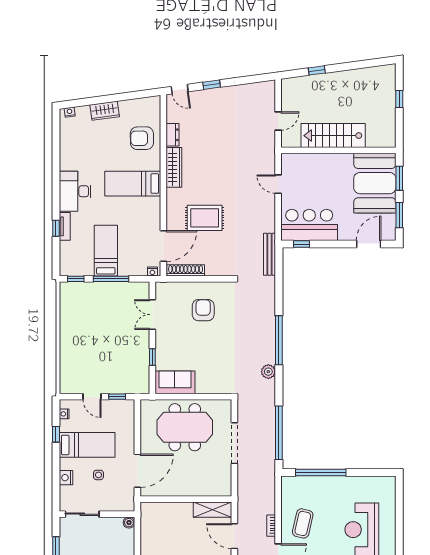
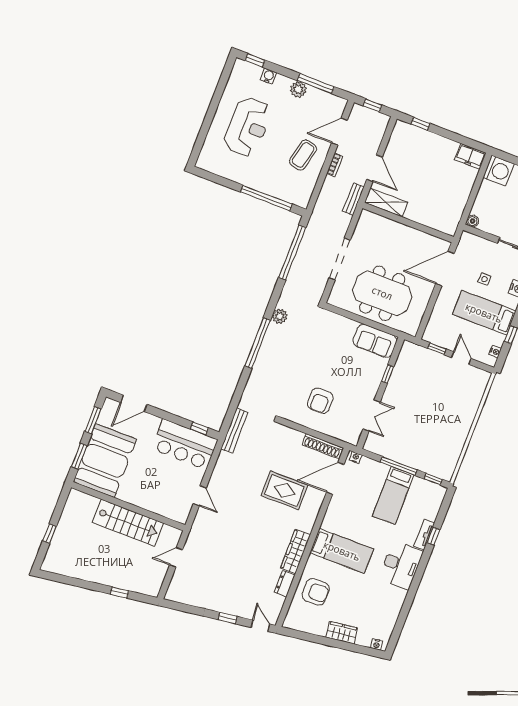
bench: (243, 501) -> (353, 199), added

